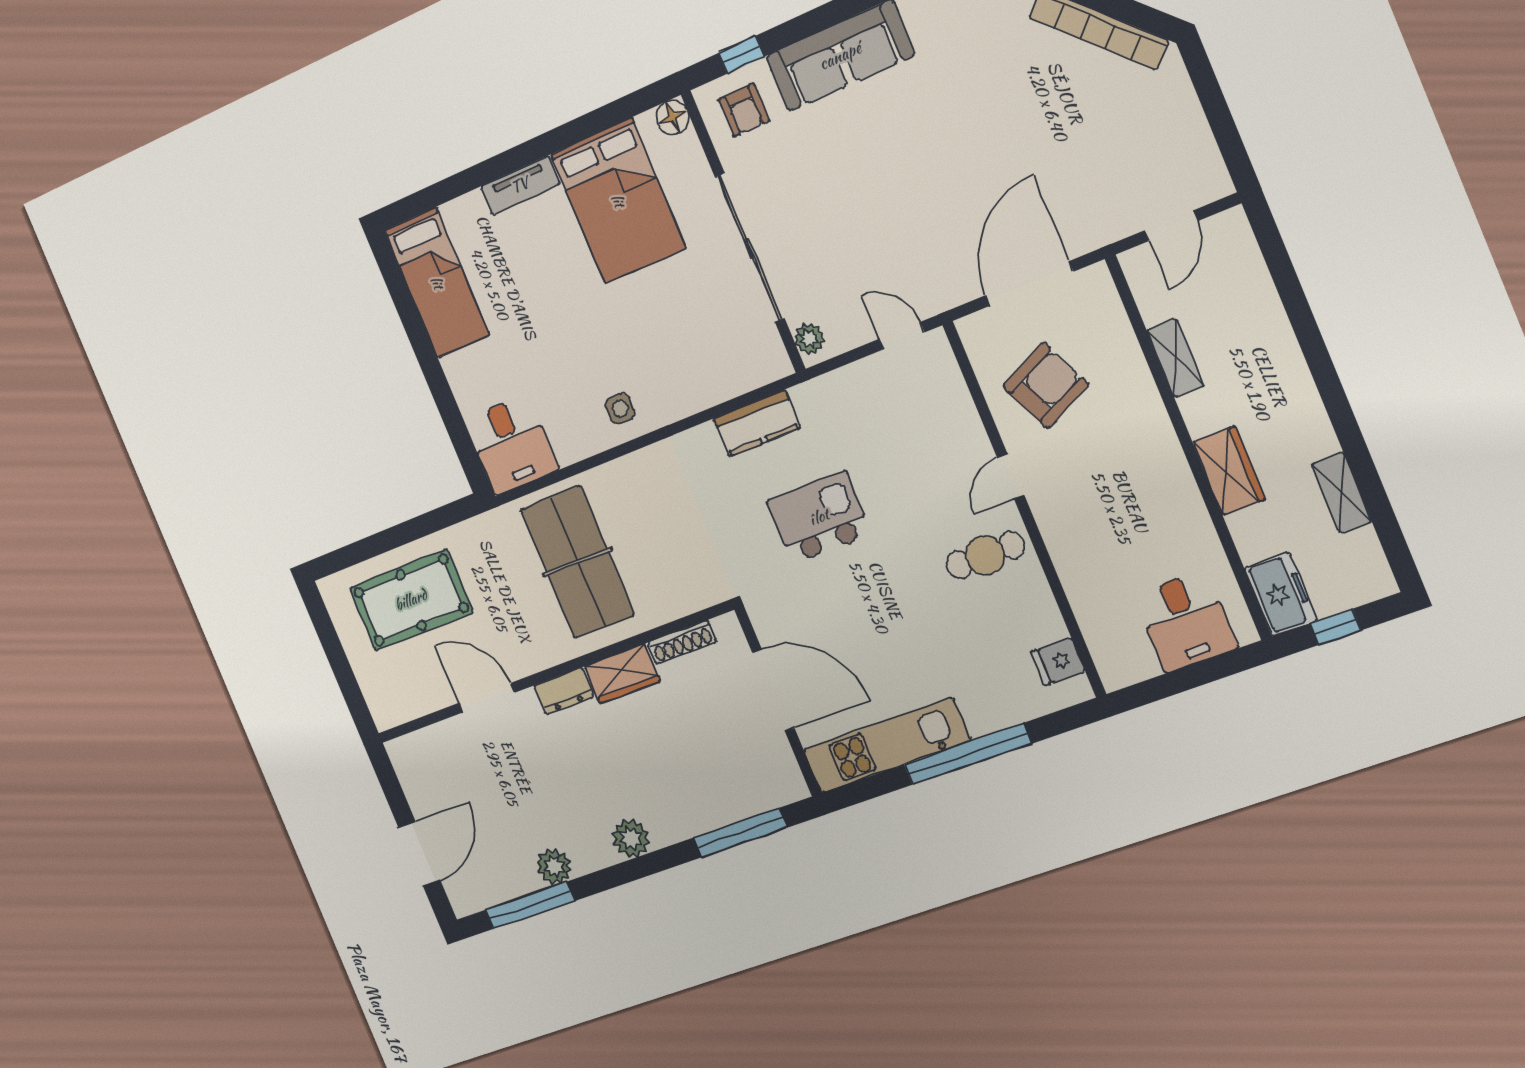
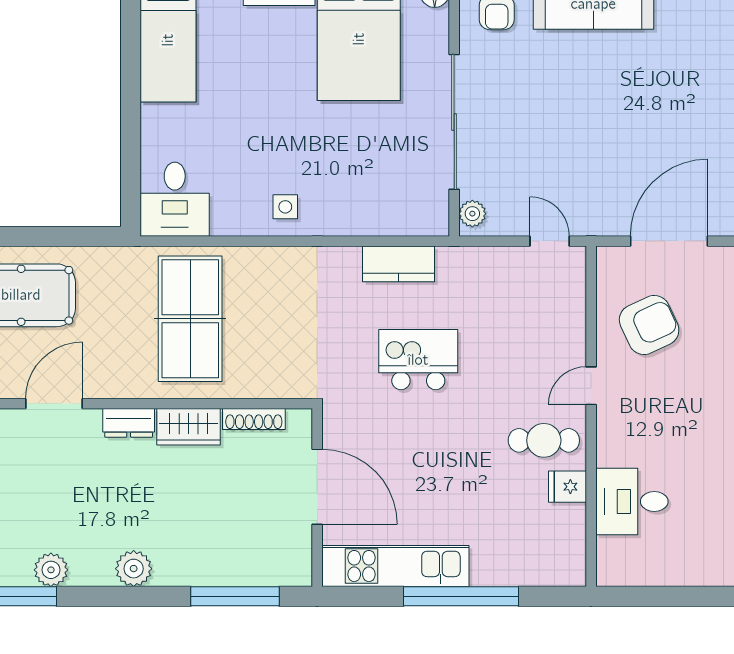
desk: (1186, 621) -> (632, 501), moved, turned 90
fridge: (1058, 662) -> (567, 487), moved
door: (487, 698) -> (54, 404), hinge flipped

